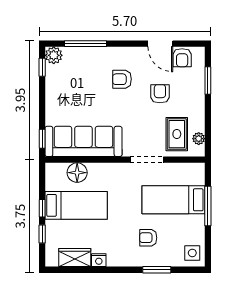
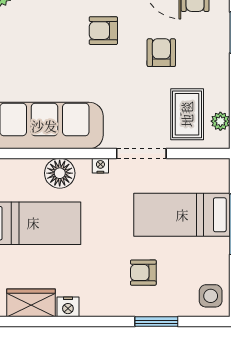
nightstand: (120, 168) -> (100, 166), added
floor lamp: (77, 173) -> (60, 173), moved

